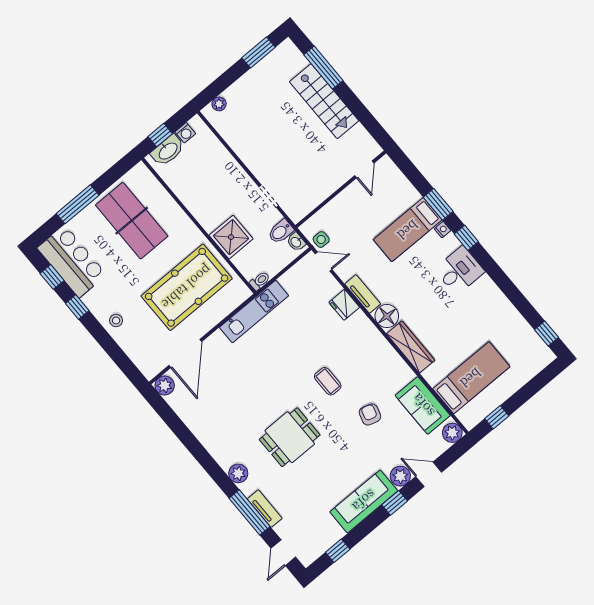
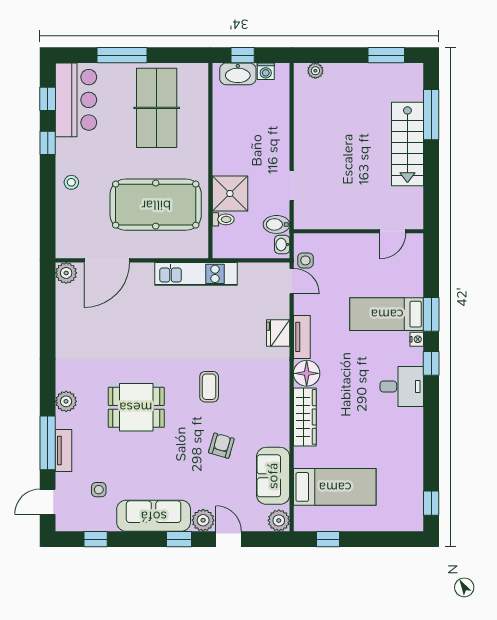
toilet: (260, 281) -> (223, 219), moved
side table: (311, 515) -> (99, 490), added

